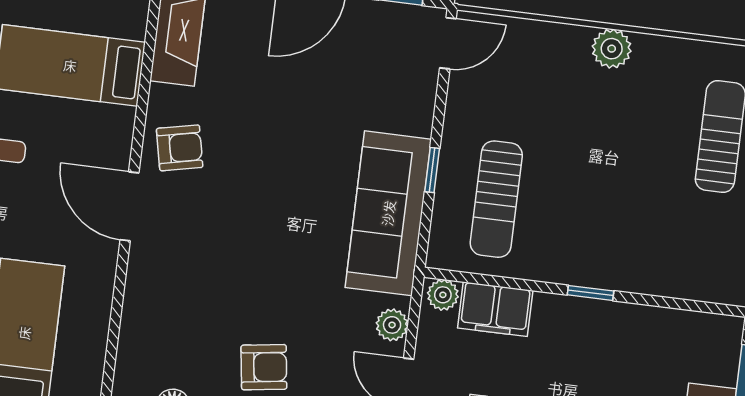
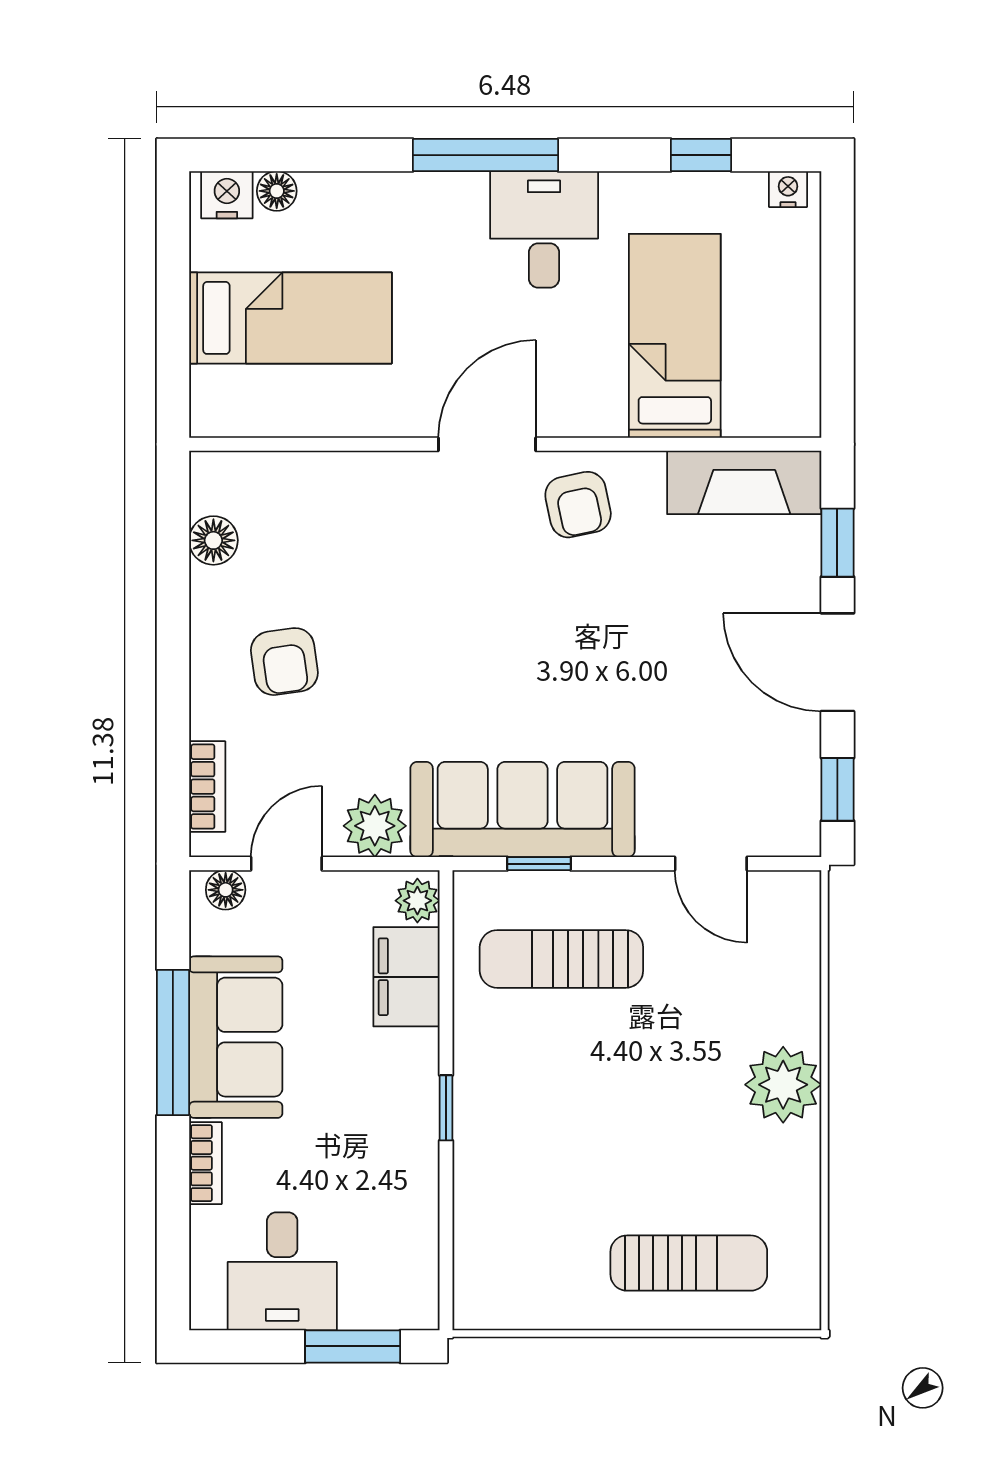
door: (448, 43) -> (711, 864), moved
plant: (612, 49) -> (783, 1085), width x1.36, depth x1.36
window: (432, 170) -> (539, 864), moved
plant: (392, 325) -> (375, 826), width x1.38, depth x1.38

